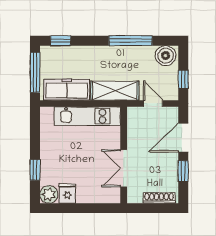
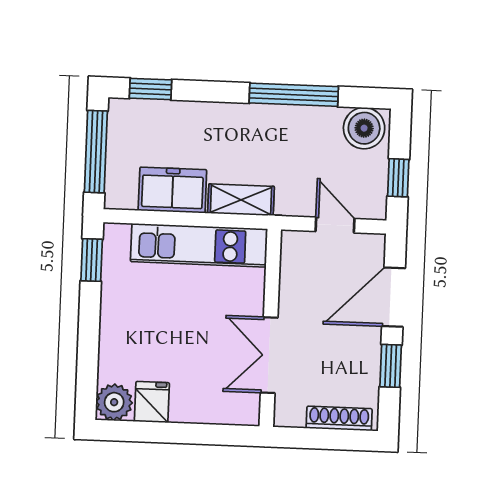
freezer: (67, 90) -> (172, 190), width x0.71
shelving: (115, 91) -> (241, 200), width x0.67, depth x0.75
window: (35, 170) -> (92, 260), moved

